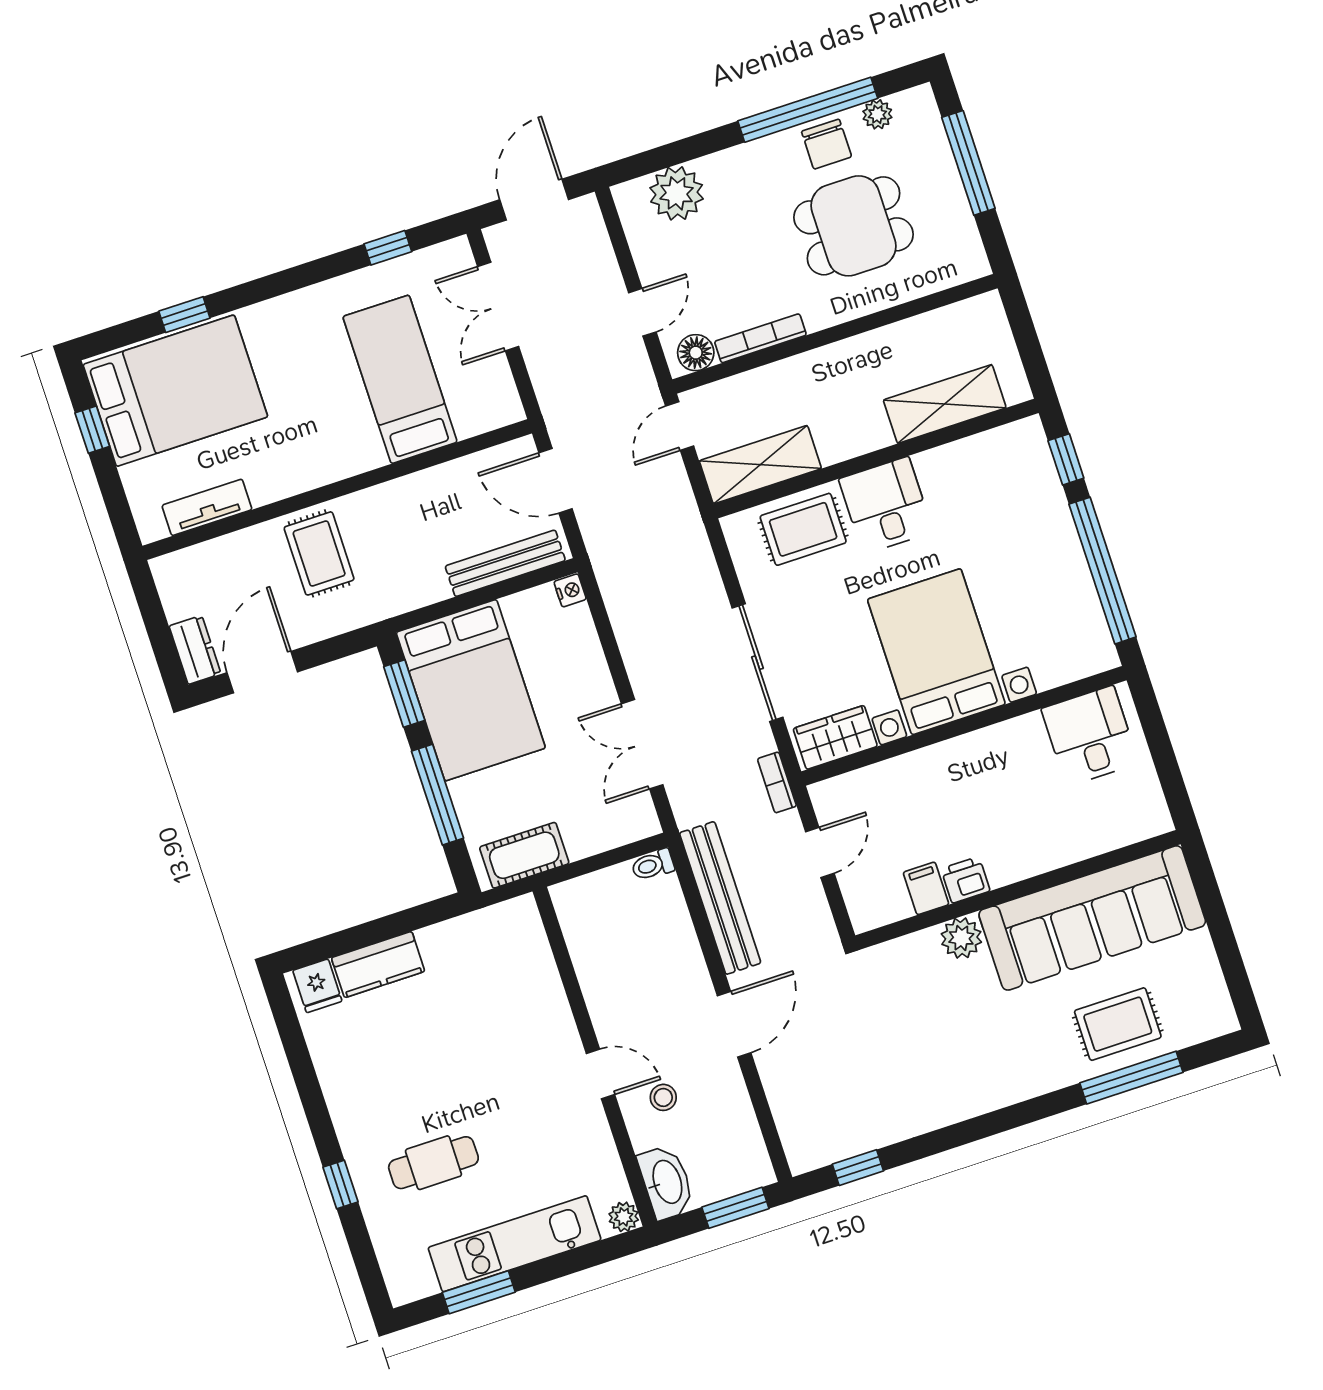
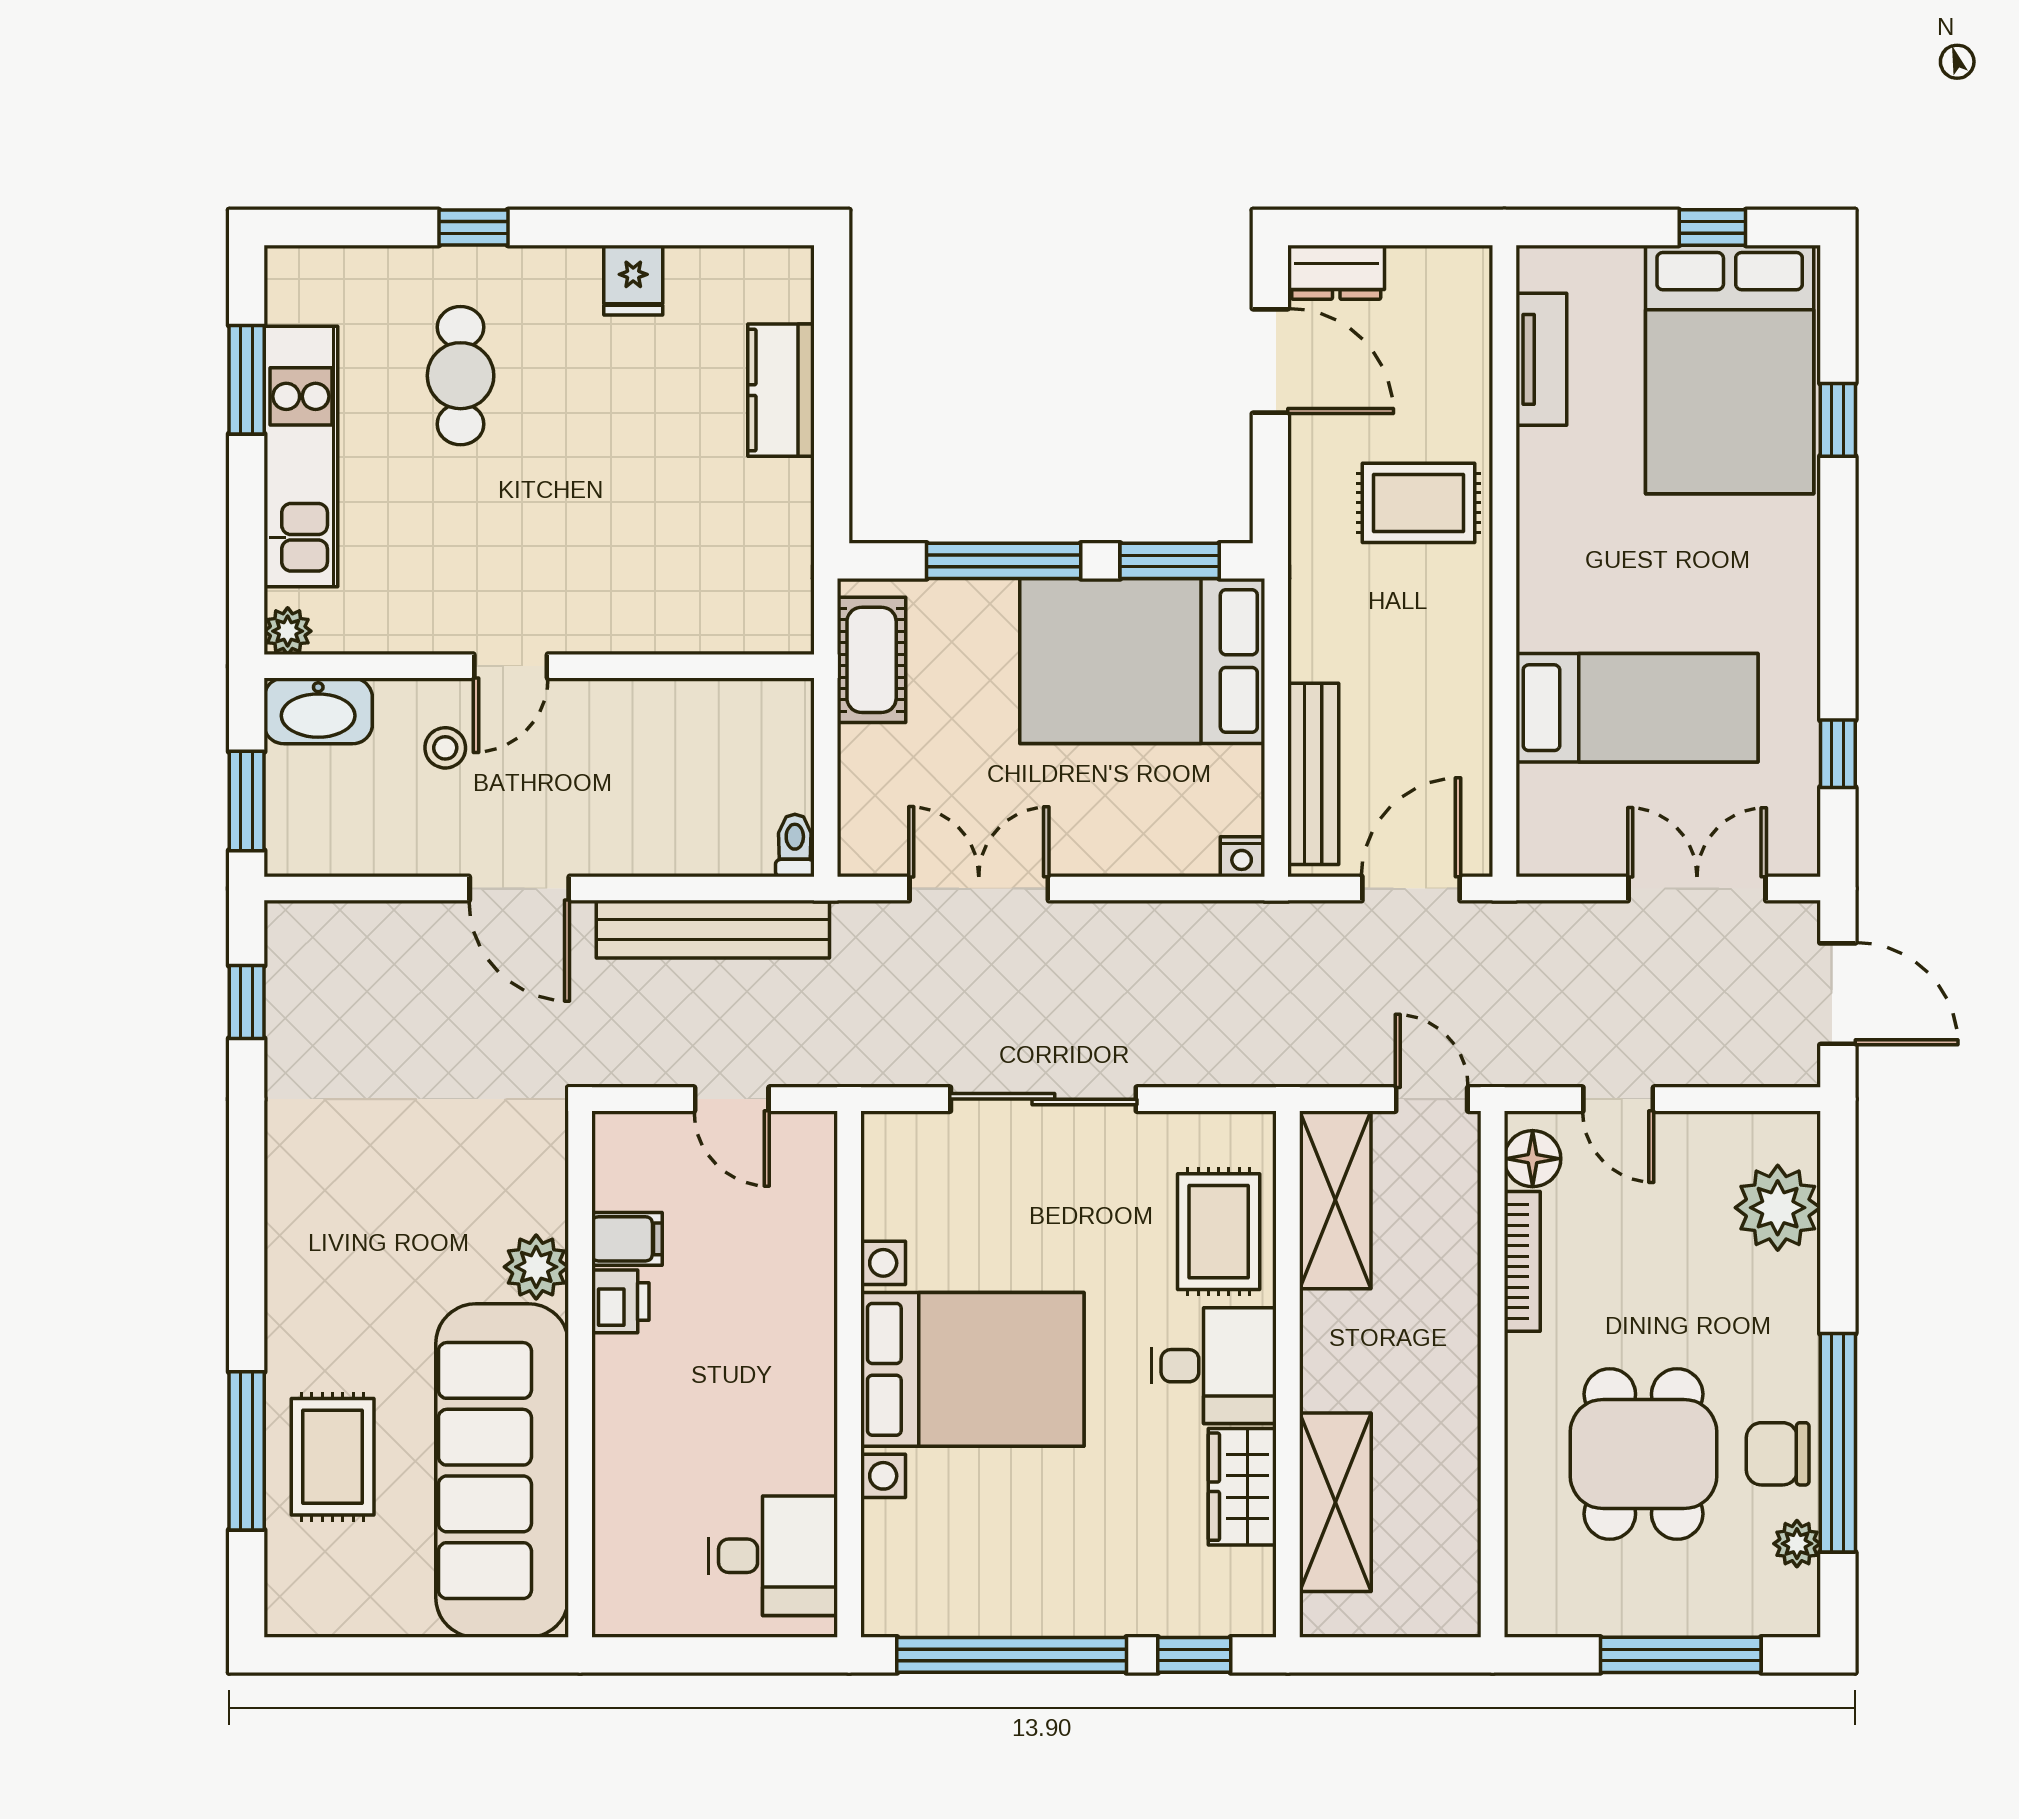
wardrobe: (835, 737) -> (1242, 1487), moved, turned 180
bookcase: (777, 782) -> (856, 1070), removed
fridge: (317, 986) -> (633, 280), moved, turned -90

